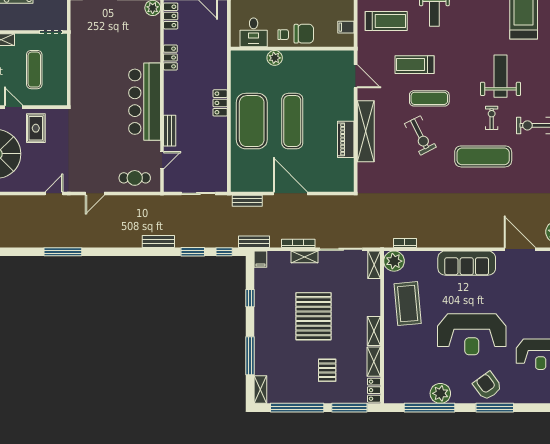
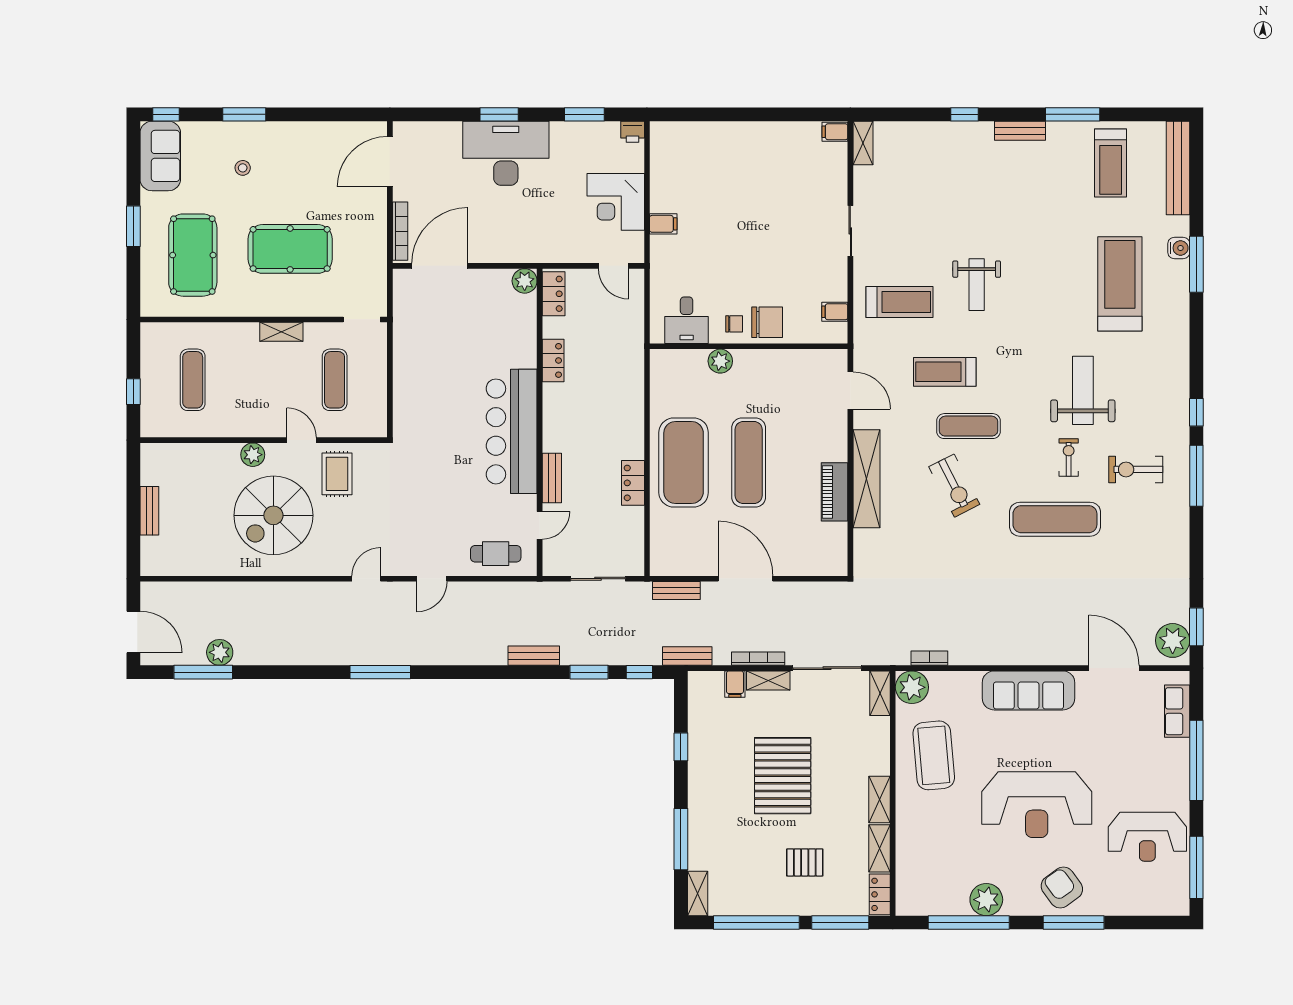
locker: (220, 103) -> (633, 483), moved
filing cabinet: (260, 259) -> (735, 684), moved
pallet: (327, 370) -> (805, 862), turned 90

